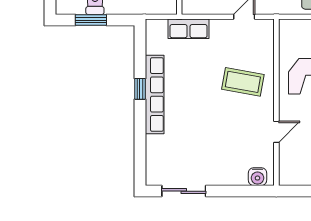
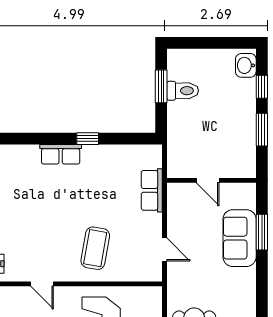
row of seats: (155, 94) -> (61, 154), width x0.50

